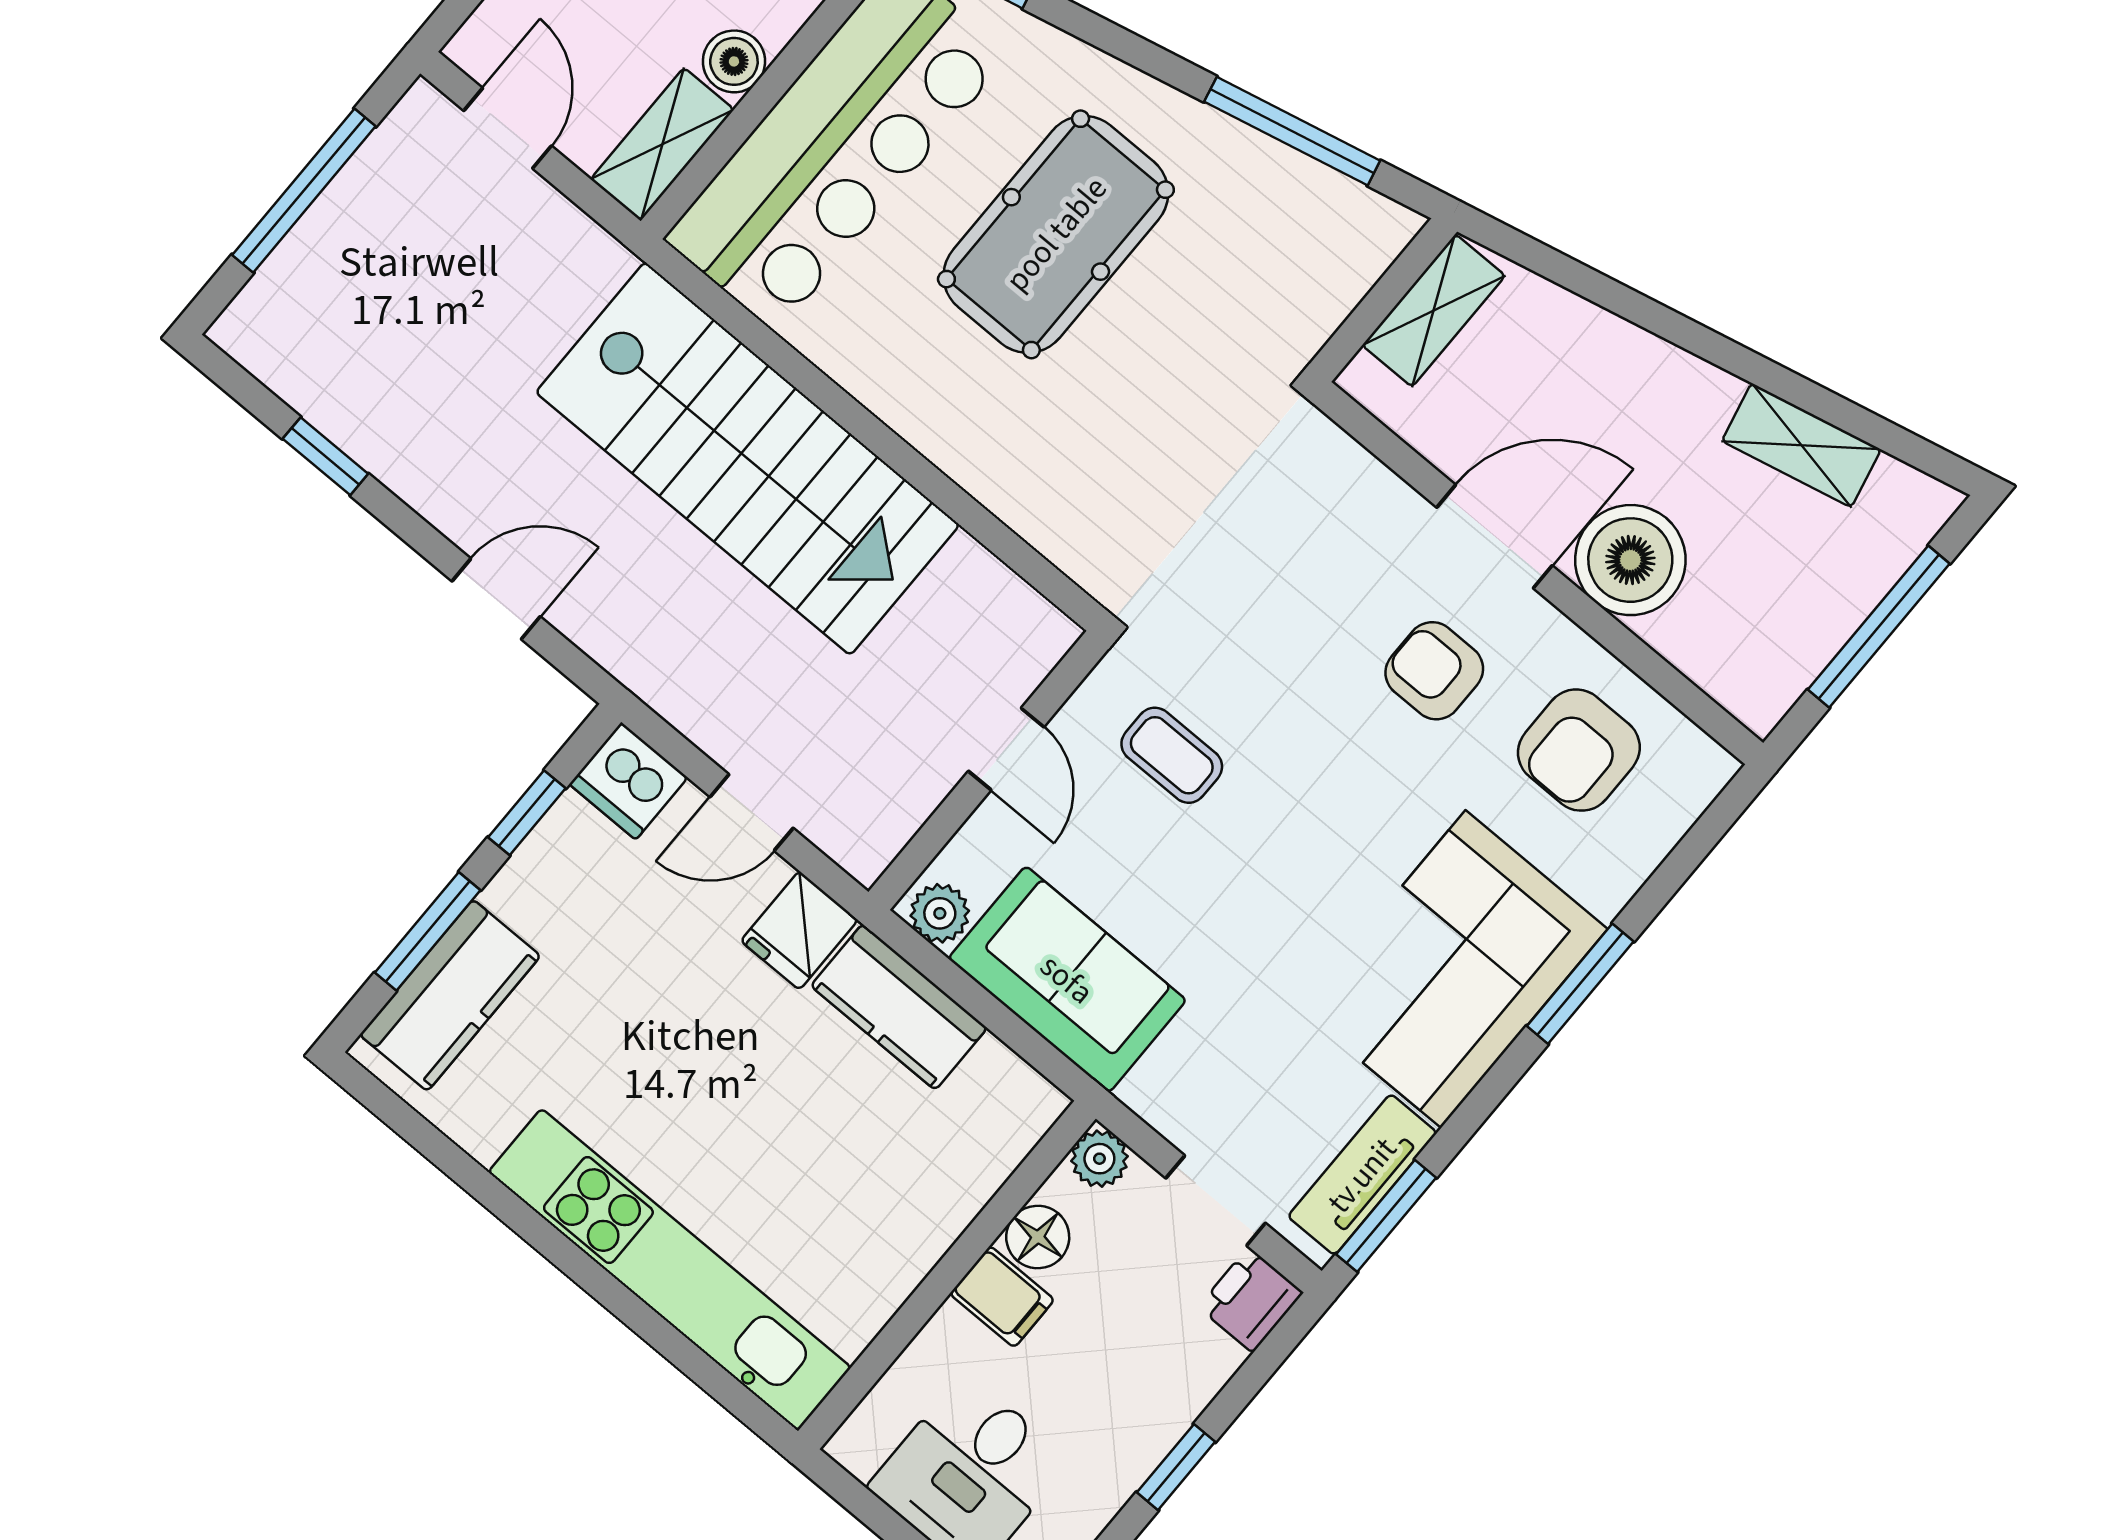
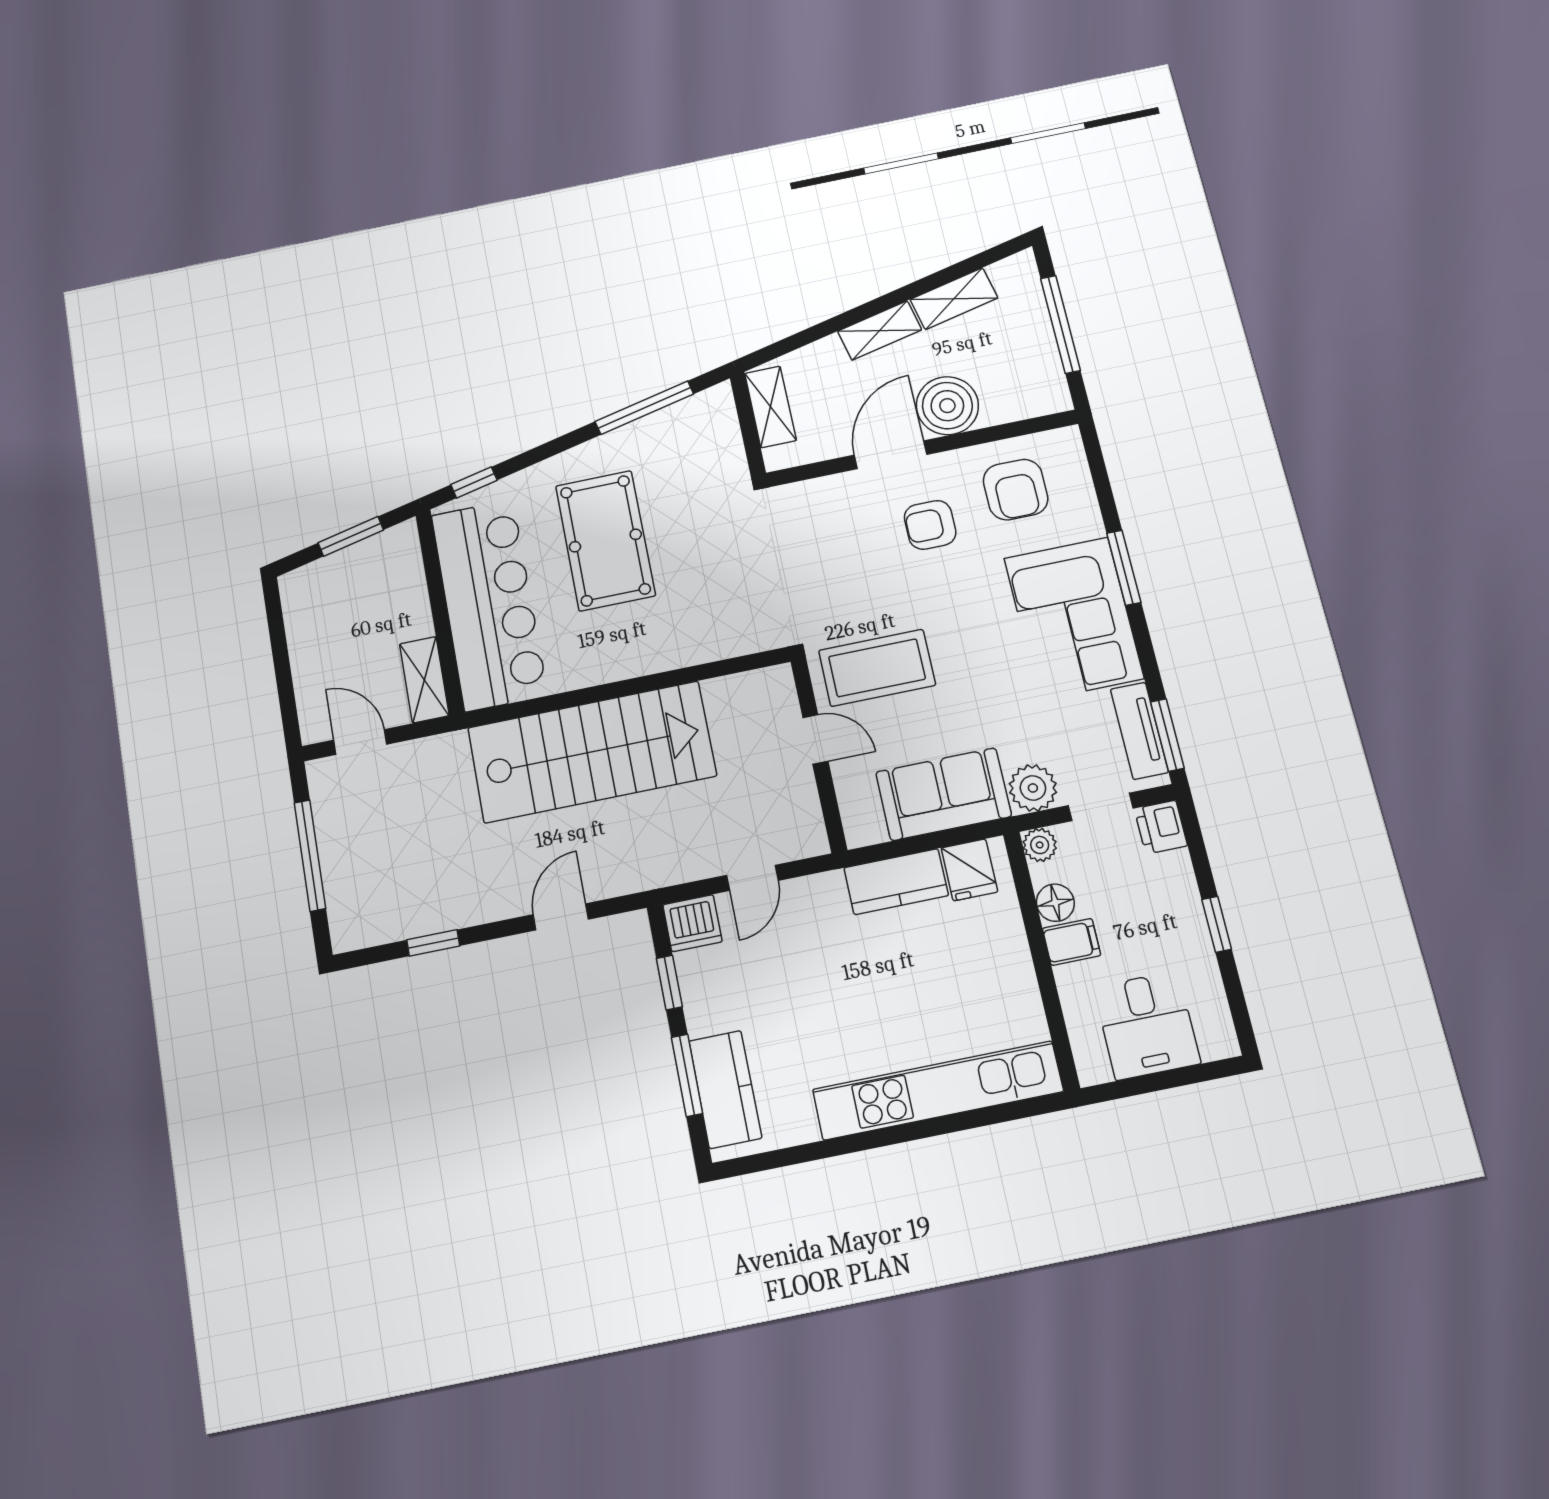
boiler: (734, 61) -> (416, 620), removed
shelving: (1670, 376) -> (880, 331), added
coffee table: (1172, 755) -> (877, 668), width x1.86, depth x1.72
plant: (940, 913) -> (1033, 788), moved, width x1.38, depth x1.38
fridge: (799, 930) -> (969, 870), moved

